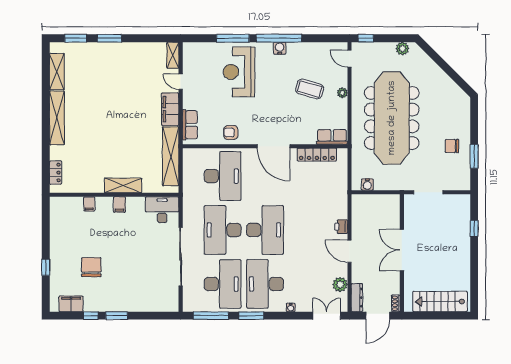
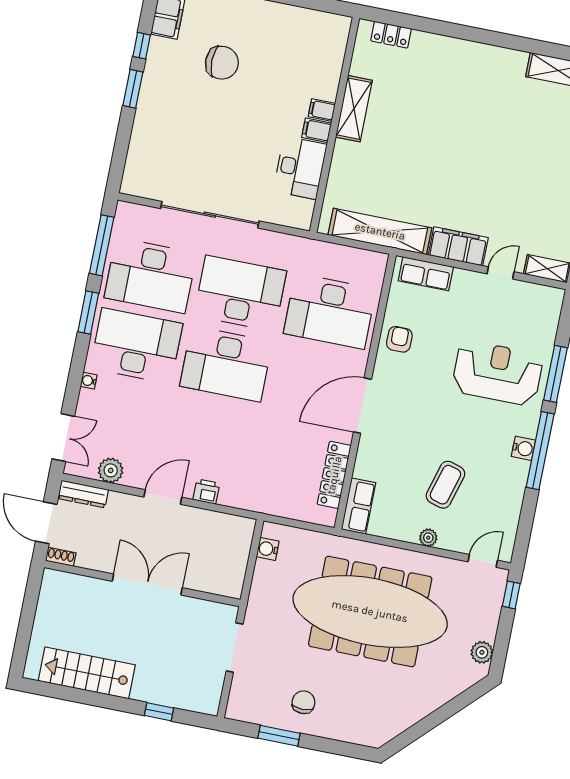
shelving: (57, 118) -> (481, 55), removed
shelving: (123, 185) -> (354, 109), moved
filing cabinet: (89, 204) -> (322, 110), moved
desk: (162, 210) -> (300, 168), moved
stairs: (440, 302) -> (87, 673), moved, turned -90

